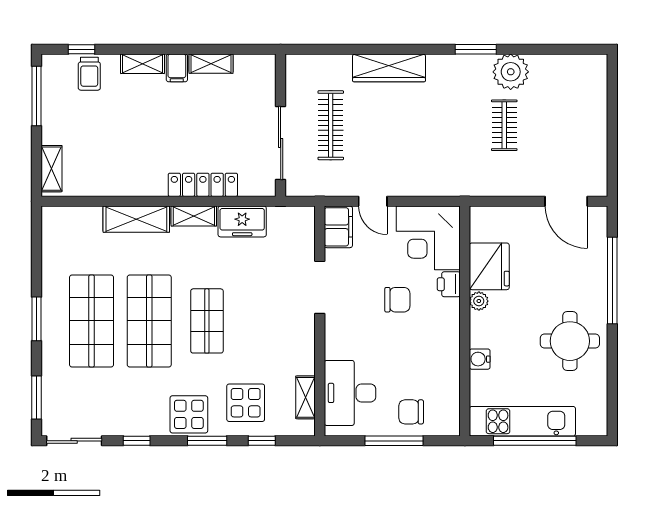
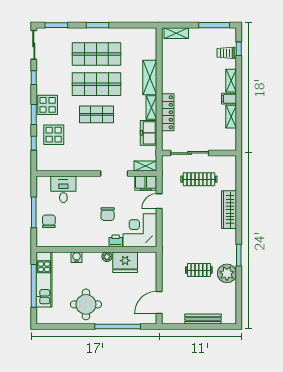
bench: (598, 118) -> (203, 319), added
desk: (350, 393) -> (63, 189), width x0.73
shelving: (305, 397) -> (145, 166), moved

